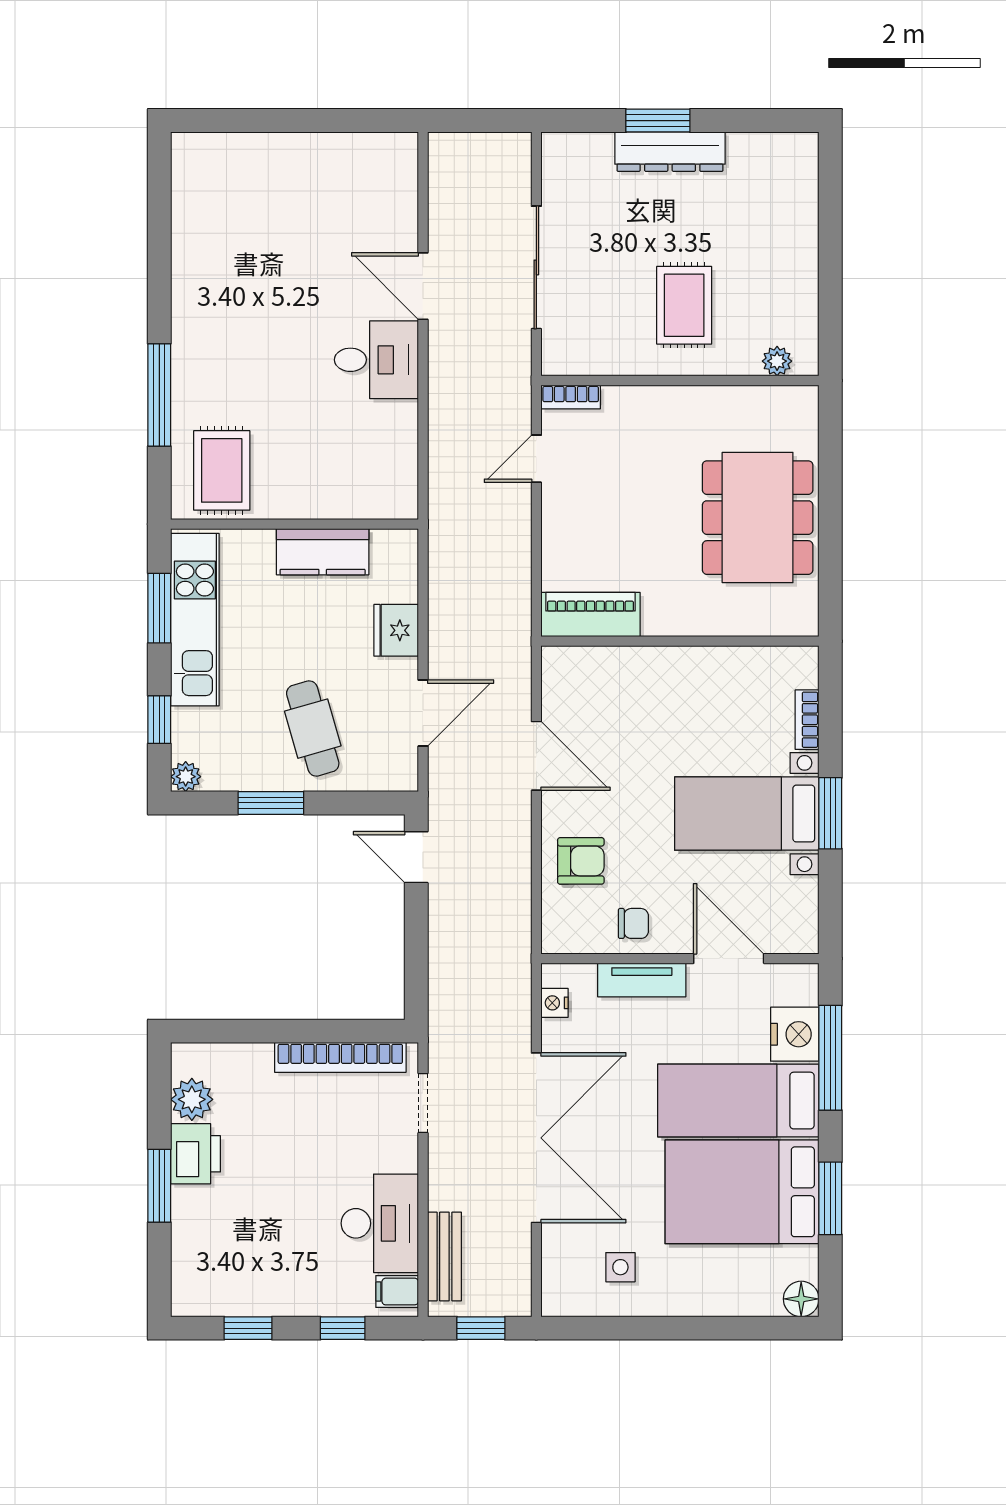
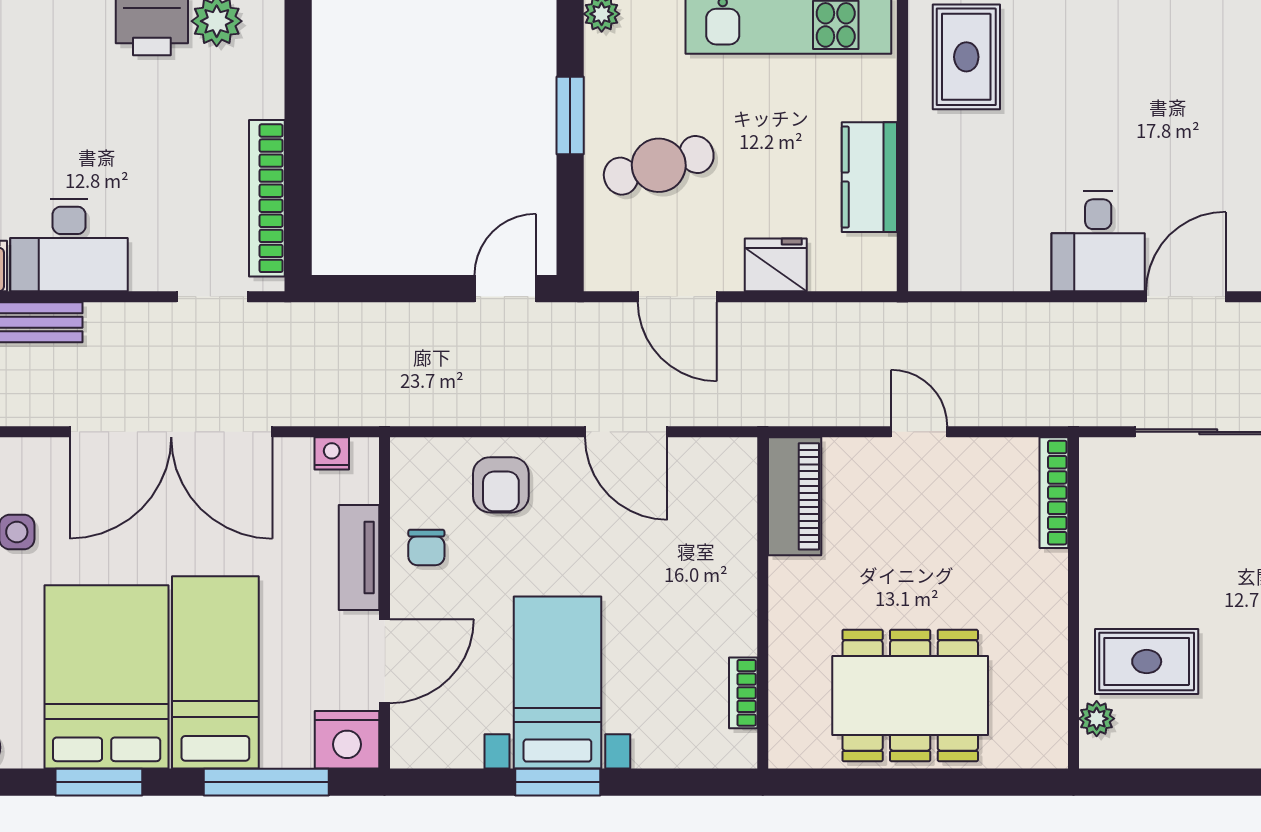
rug: (684, 305) -> (1147, 662), moved
bookcase: (571, 397) -> (1054, 493), width x1.56
door: (536, 459) -> (919, 432), moved
rug: (222, 470) -> (966, 57), turned 90
bookcase: (807, 720) -> (743, 693), moved, turned -90
door: (536, 756) -> (626, 432), hinge flipped
nightstand: (795, 1034) -> (347, 740), moved

